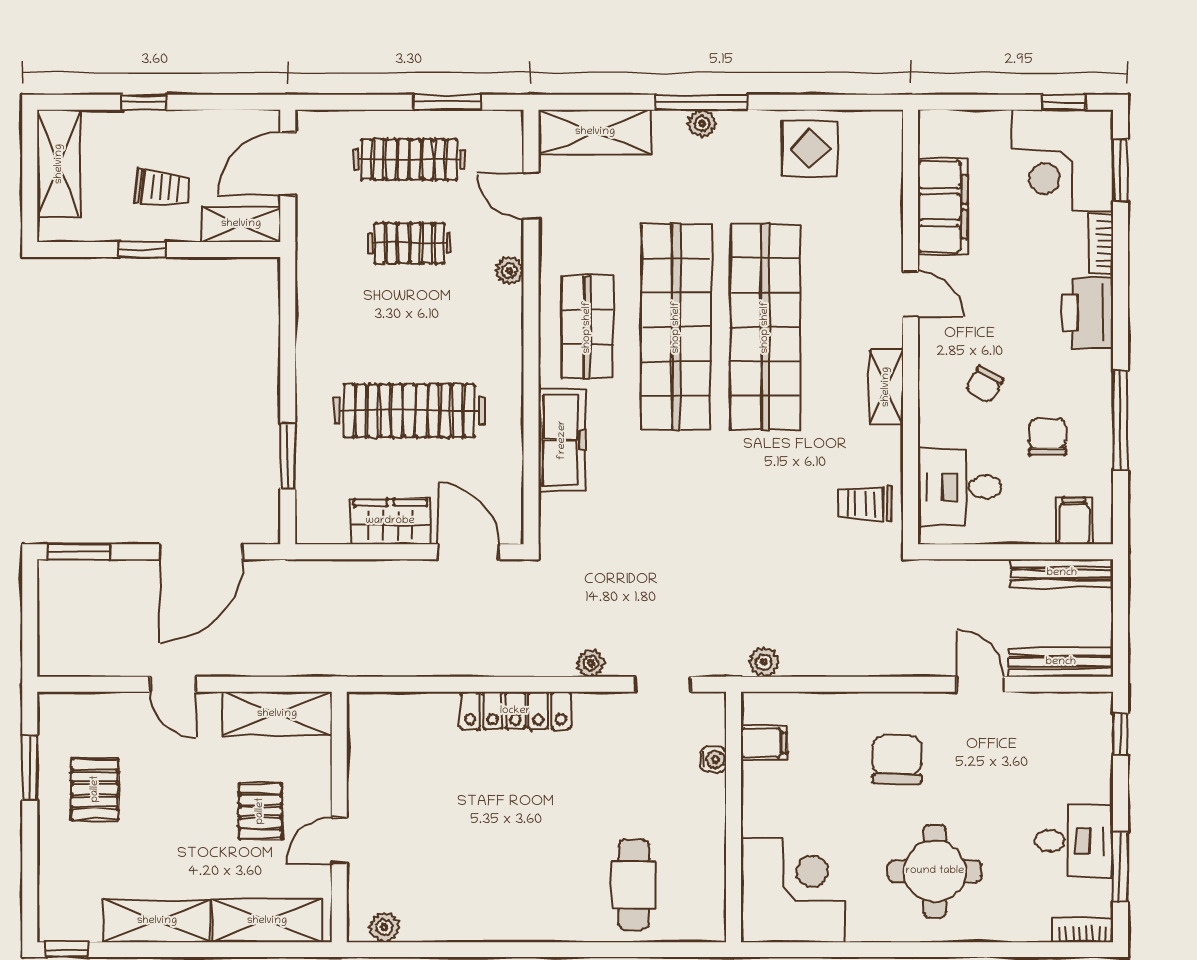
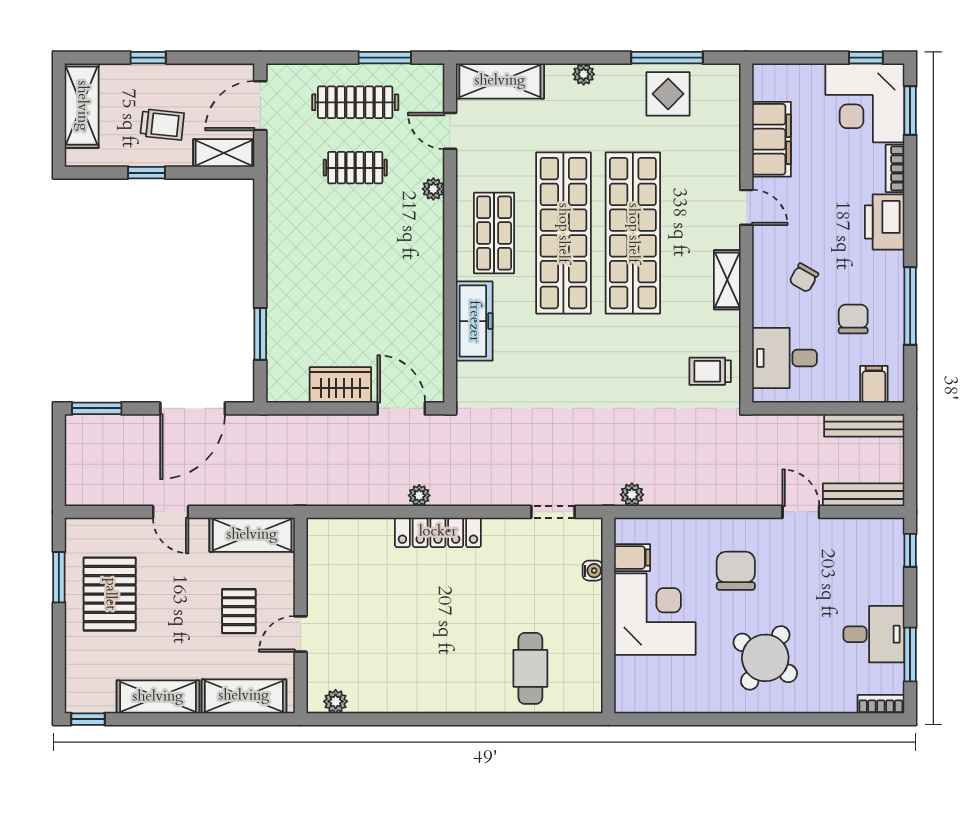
window: (702, 102) -> (667, 58), moved
clothes rail: (409, 411) -> (355, 298), removed
plant: (591, 663) -> (419, 495), moved
pallet: (95, 789) -> (110, 594), width x1.50, depth x1.42
round table: (935, 871) -> (765, 658), turned 34
corner desk: (793, 890) -> (655, 614), moved

